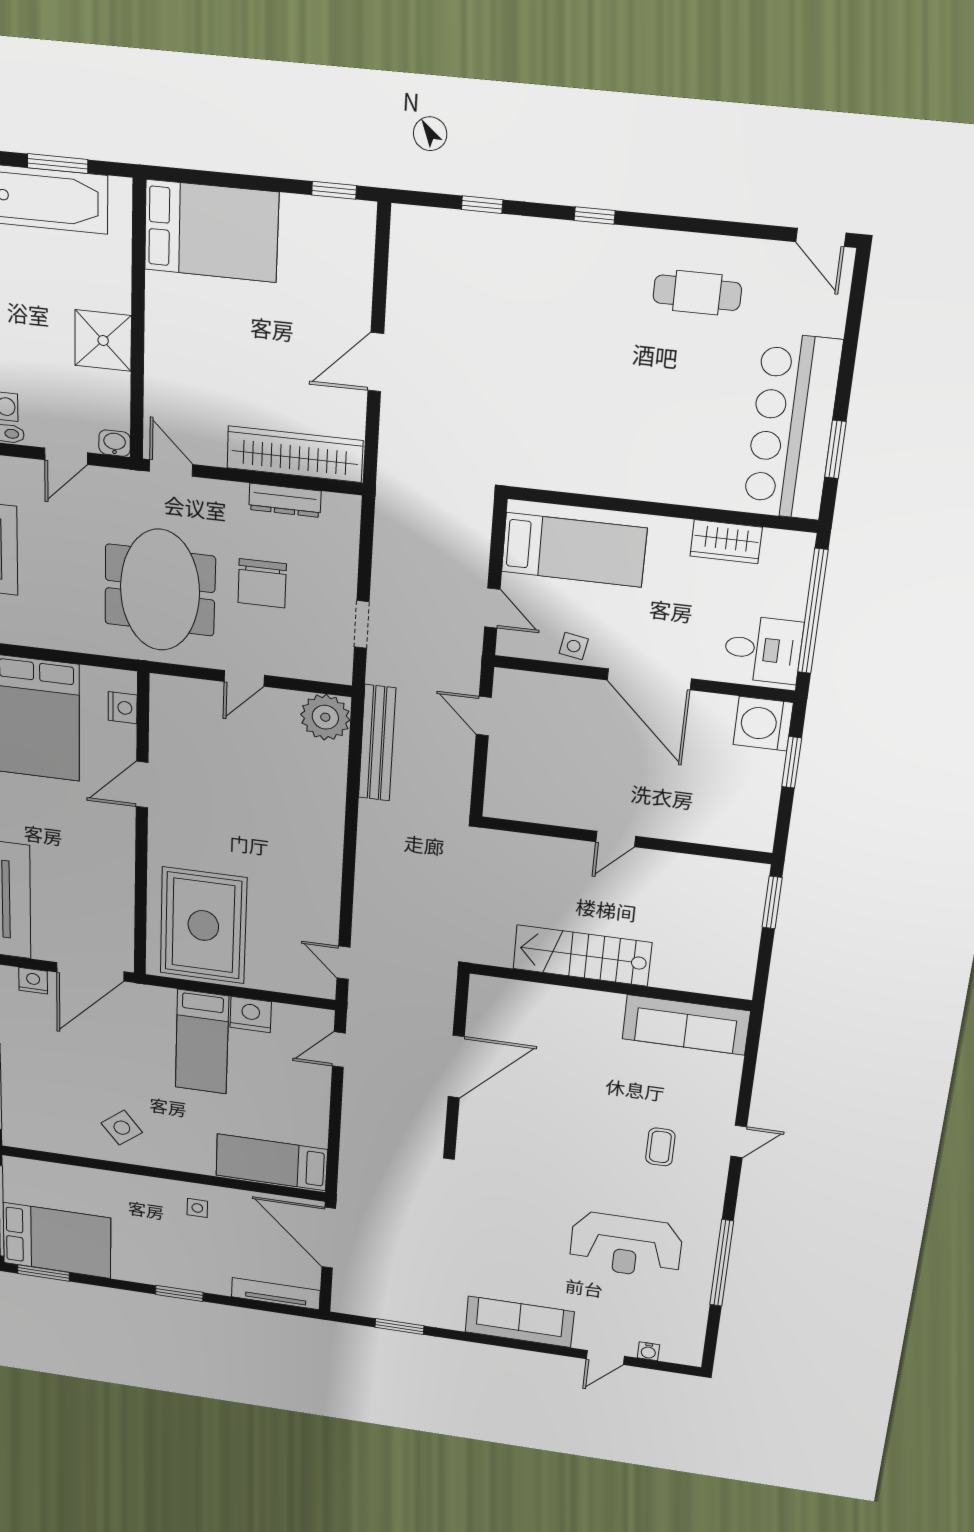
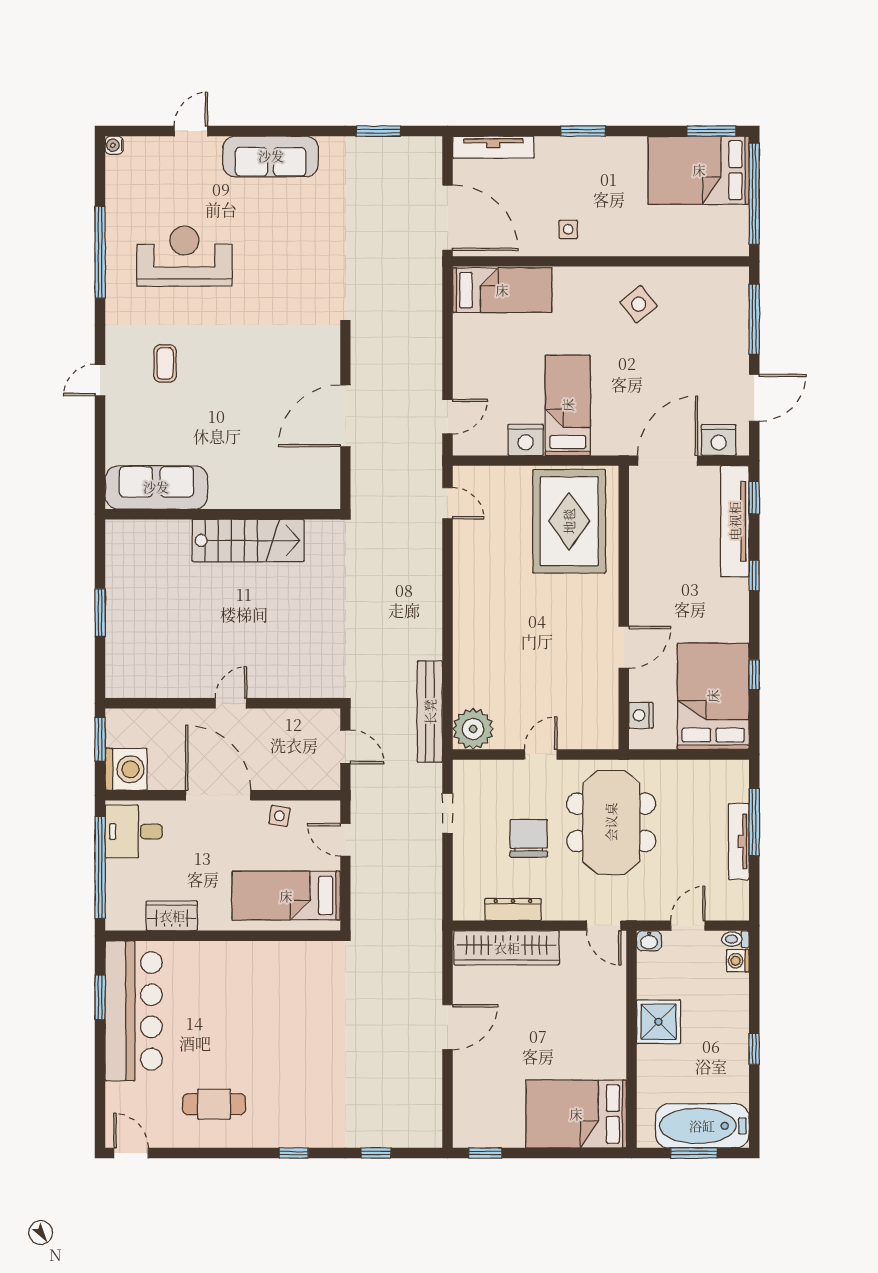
door: (616, 839) -> (231, 703), moved
wall: (626, 840) -> (223, 703), moved
nightstand: (33, 981) -> (719, 440), width x1.36, depth x1.33
water cooler: (648, 1351) -> (114, 145), moved, turned -90

